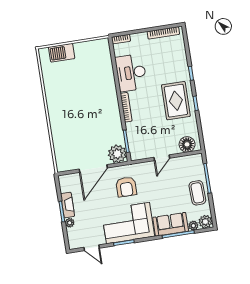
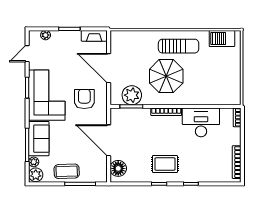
barbecue: (62, 53) -> (222, 38), moved, turned -90
rug: (176, 101) -> (165, 164), width x0.73, depth x0.70
sun lounger: (62, 105) -> (179, 46), added
parasol: (92, 113) -> (166, 76), added
plant: (117, 154) -> (132, 95), moved
door: (162, 158) -> (109, 140), width x1.88
armchair: (126, 187) -> (84, 99), turned 90
fireplace: (68, 205) -> (94, 36), moved
plant: (70, 223) -> (46, 35), moved

